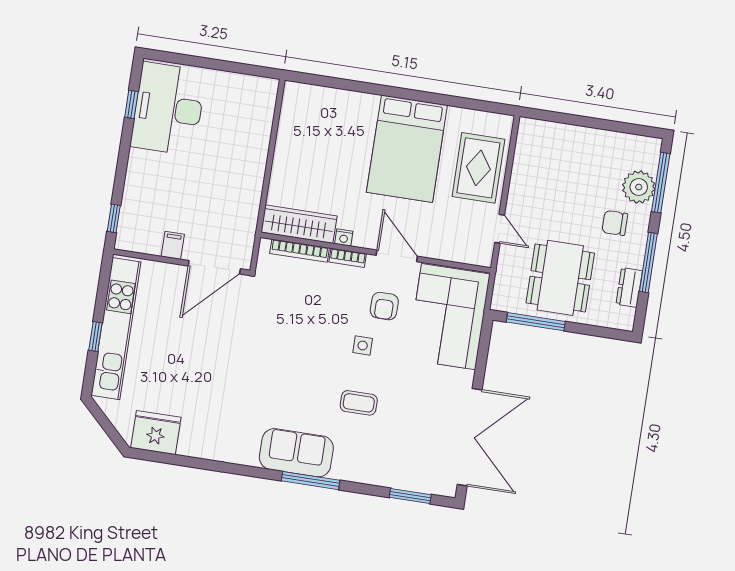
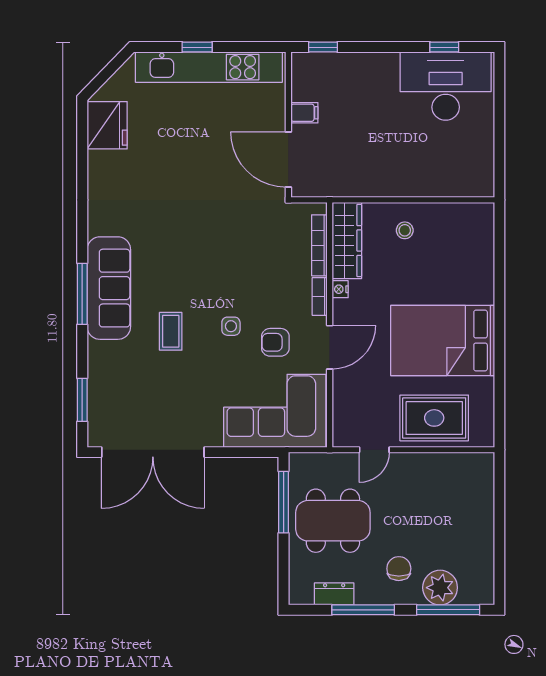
stool: (298, 168) -> (405, 230), added
sofa: (296, 453) -> (109, 288), width x1.36

